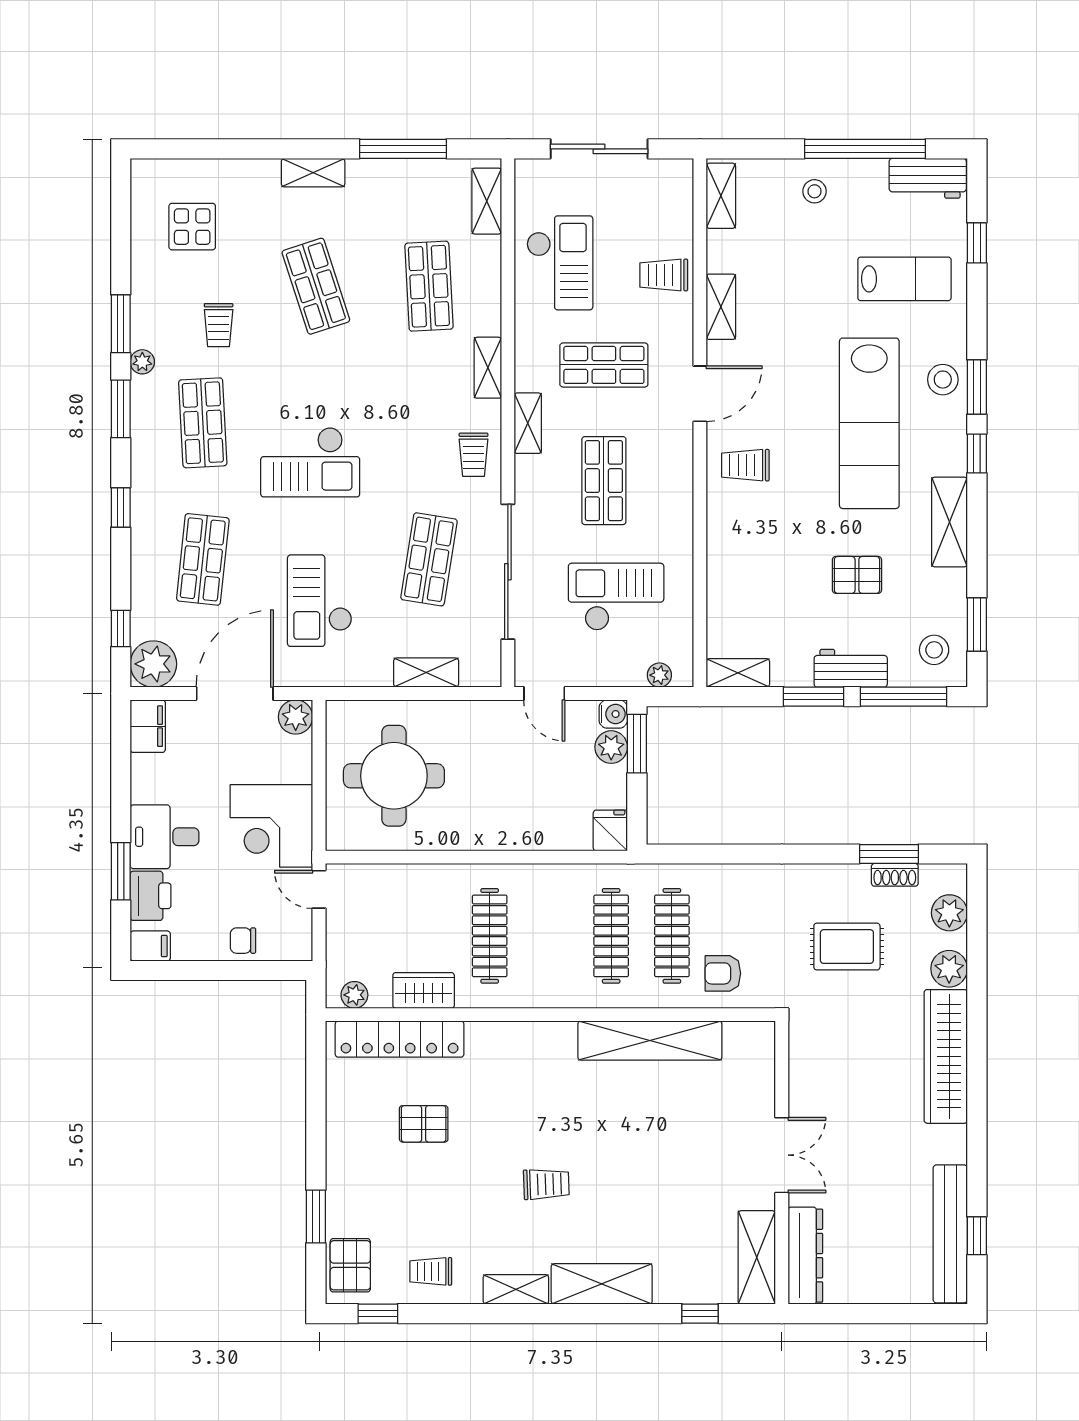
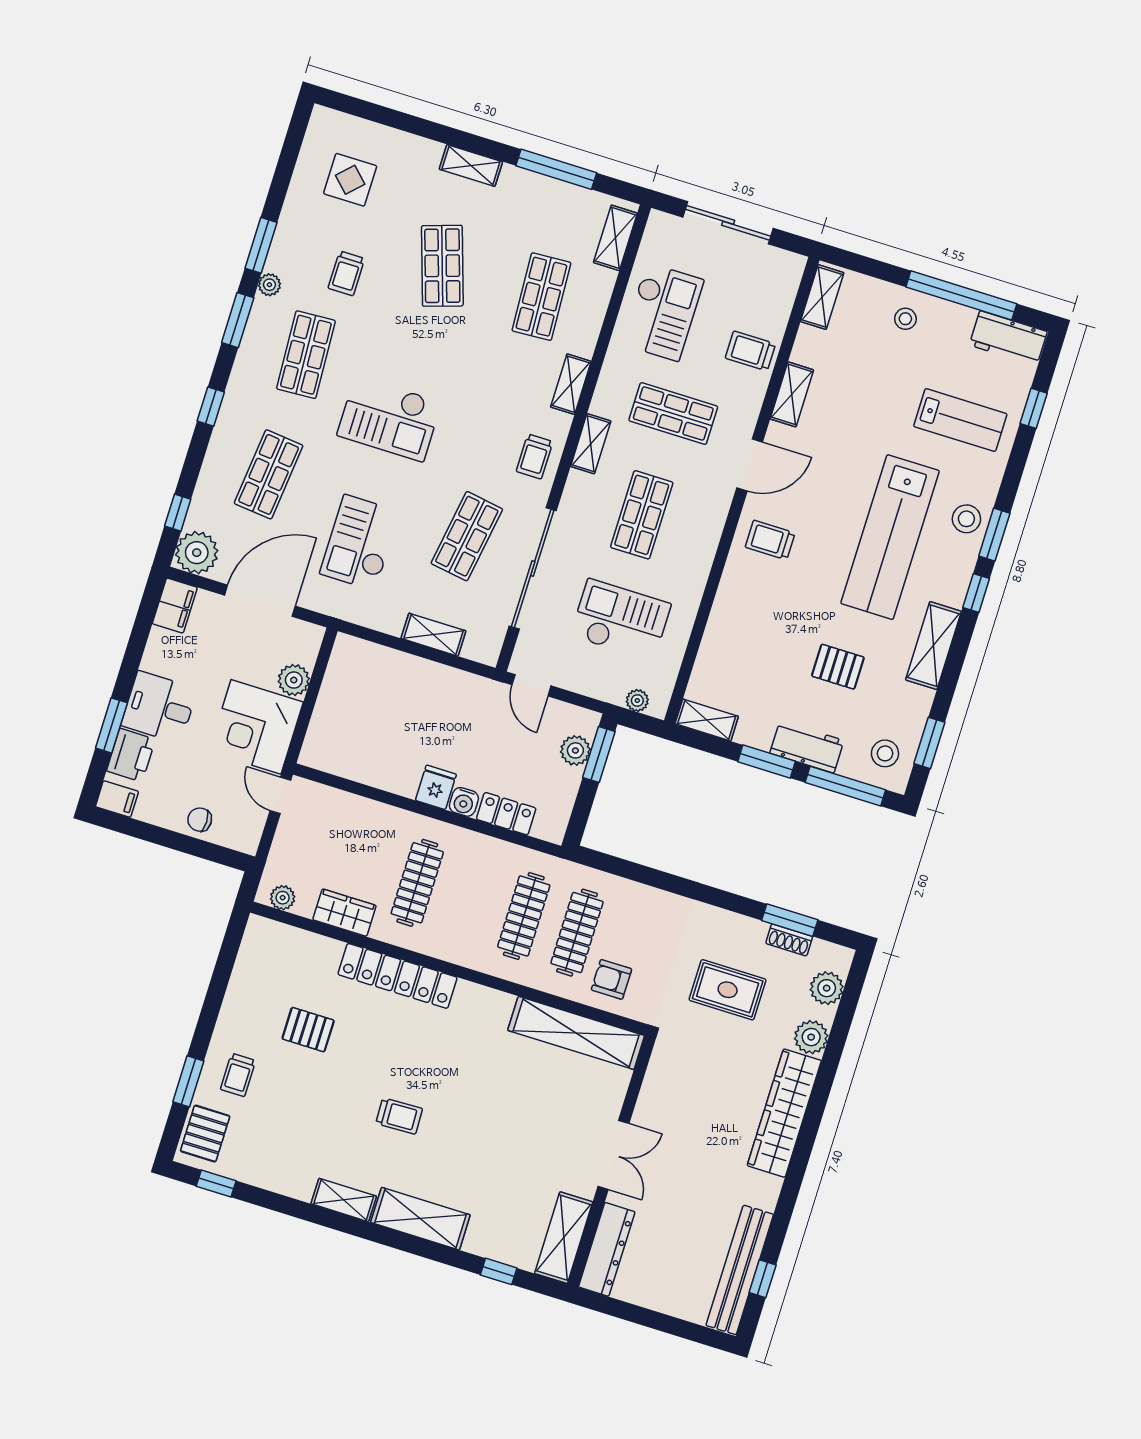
water cooler: (613, 714) -> (464, 802), moved, turned 90
plant: (296, 717) -> (294, 680), moved
round table: (394, 776) -> (377, 716), removed
fridge: (610, 830) -> (436, 787), moved
locker: (560, 835) -> (506, 814), added
locker: (400, 1039) -> (397, 976), moved
shelving: (650, 1040) -> (576, 1033), moved
trolley: (431, 1271) -> (238, 1075), moved, turned -90

